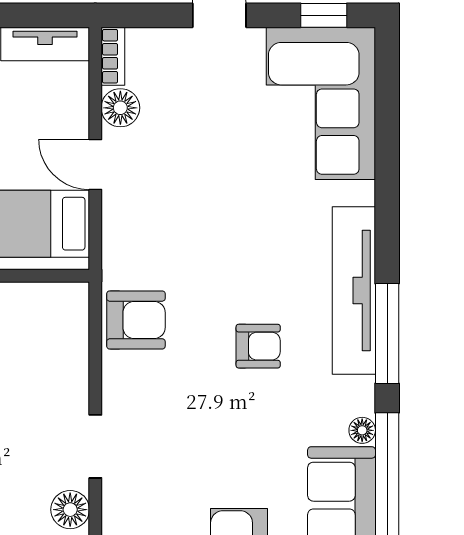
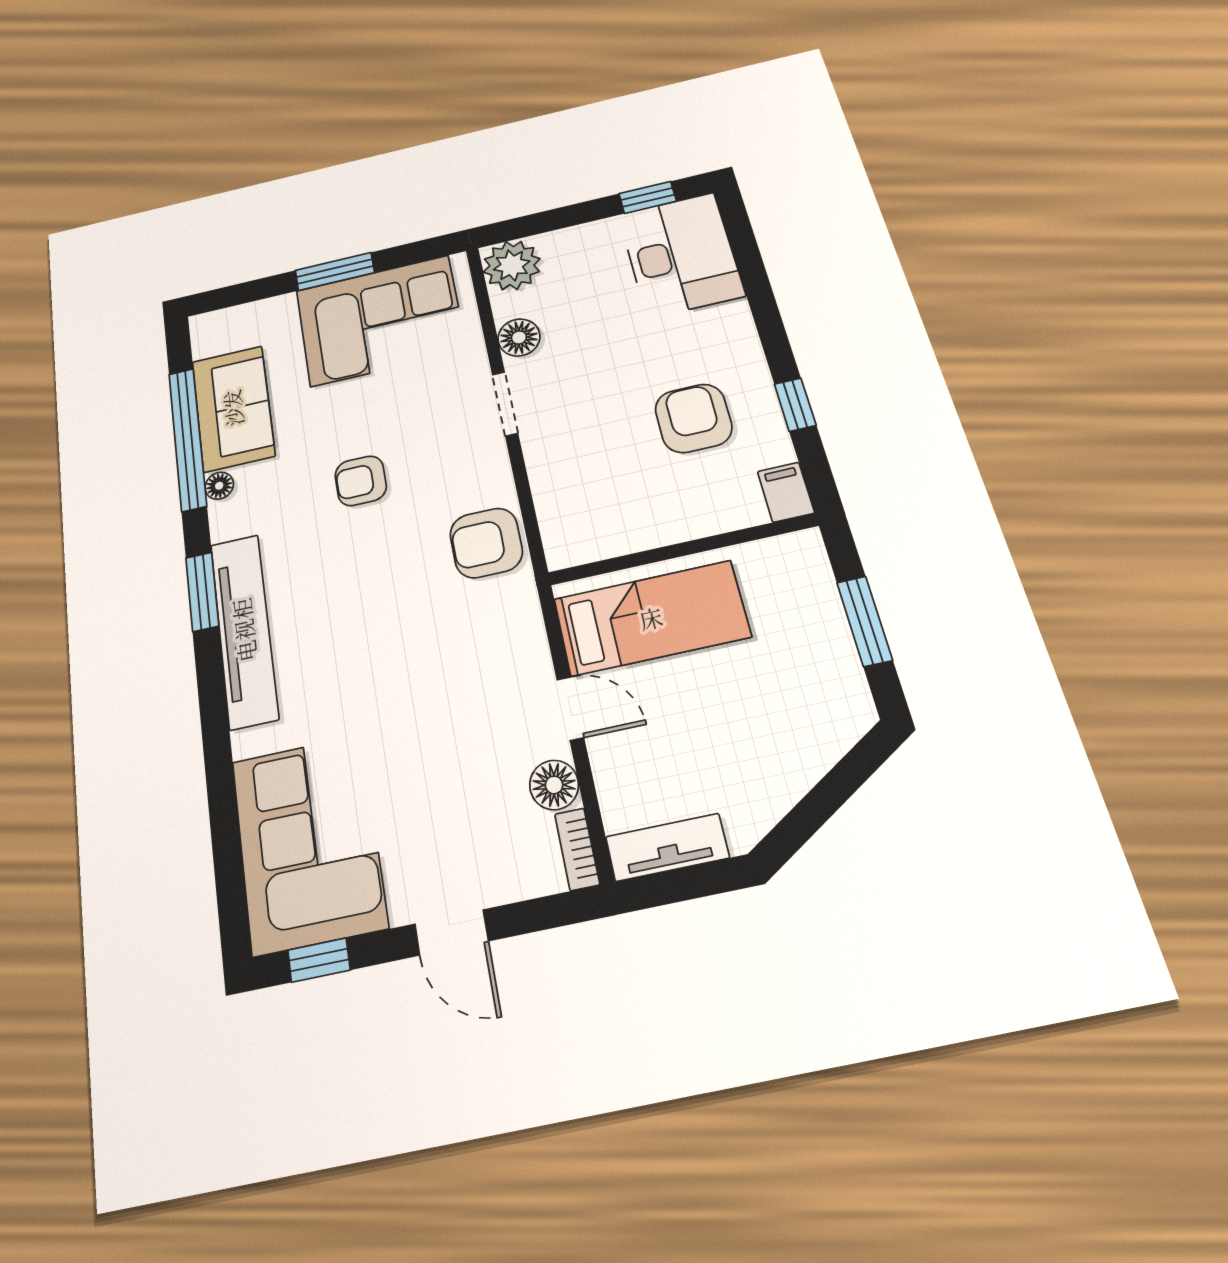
window: (387, 334) -> (202, 592), width x0.69
armchair: (258, 346) -> (361, 481), moved

